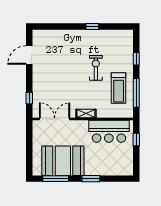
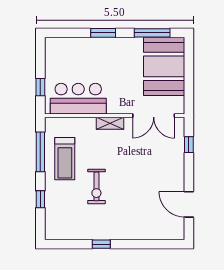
door: (29, 55) -> (189, 204), swing flipped
treadmill: (119, 88) -> (65, 159), turned 180
booth: (63, 161) -> (164, 66), moved, turned 90

